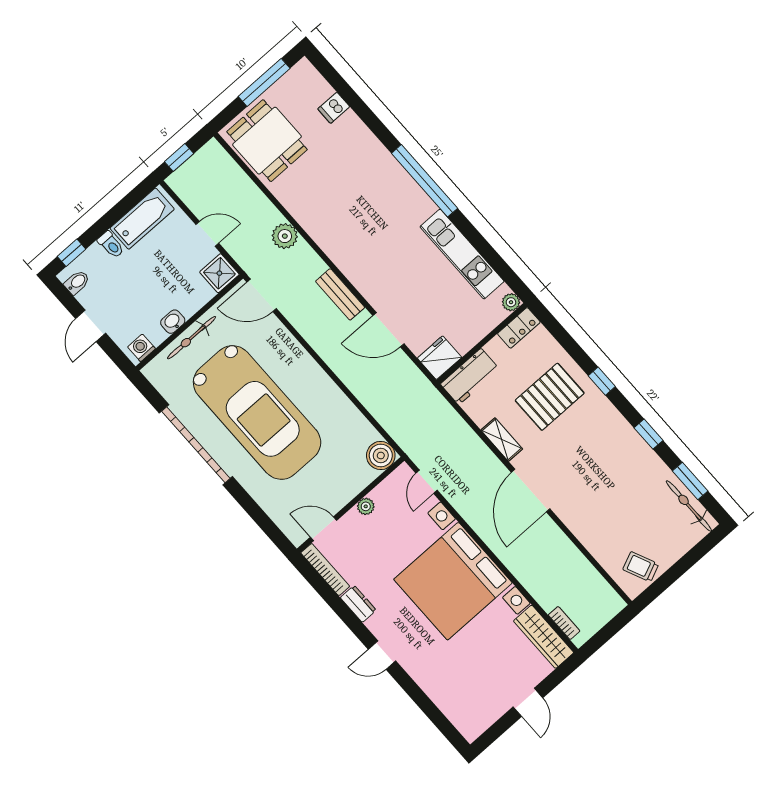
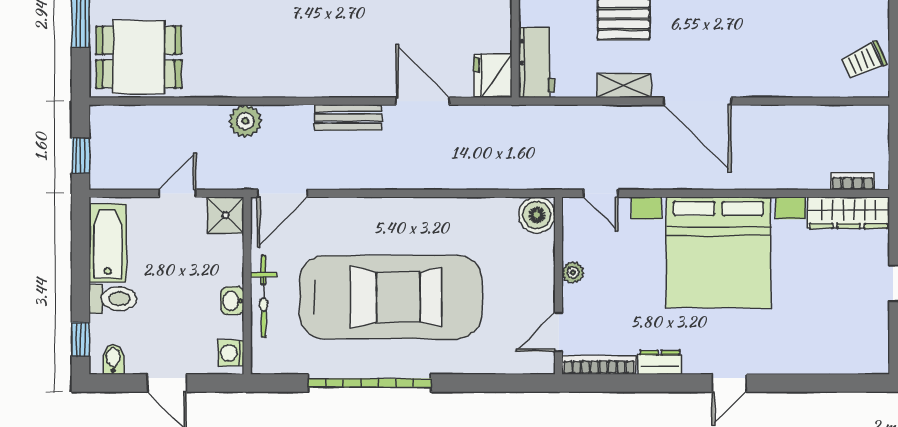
toilet: (111, 245) -> (113, 299), width x1.37, depth x1.39
door: (388, 330) -> (423, 101), swing flipped

